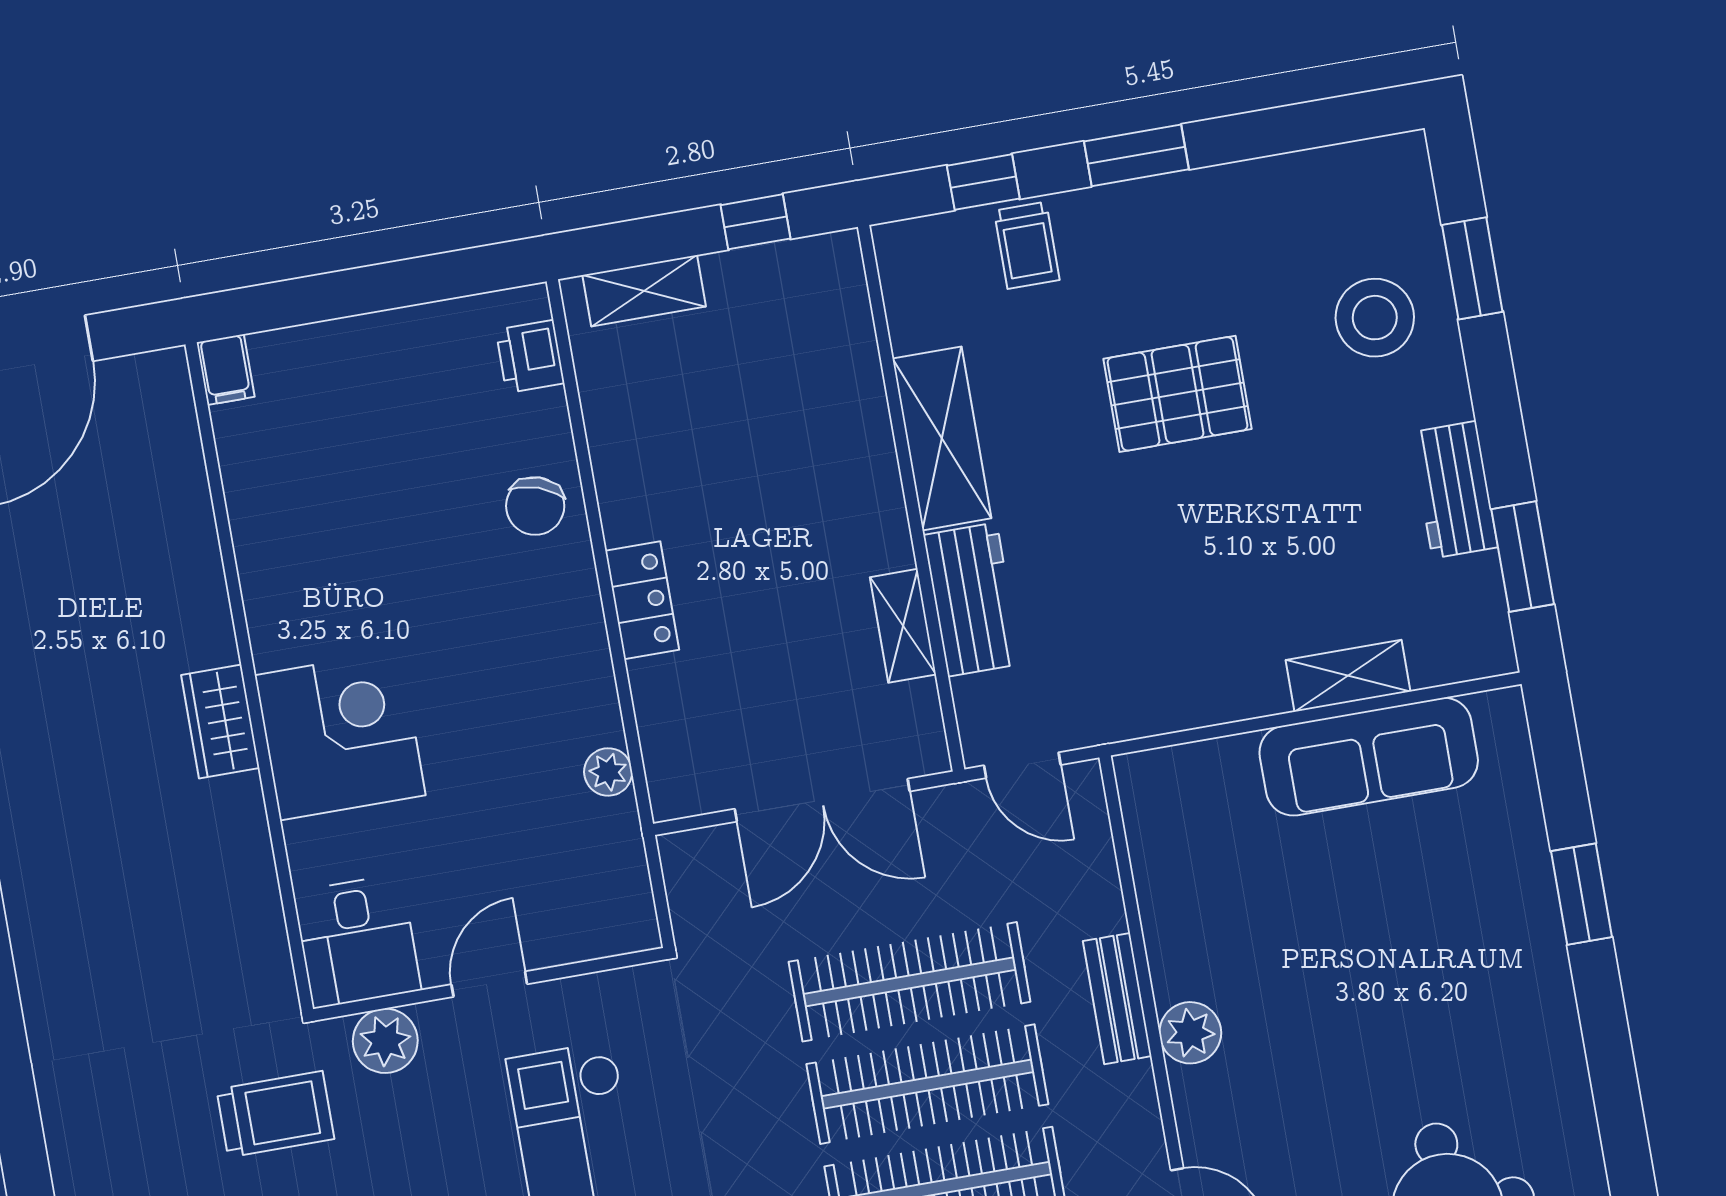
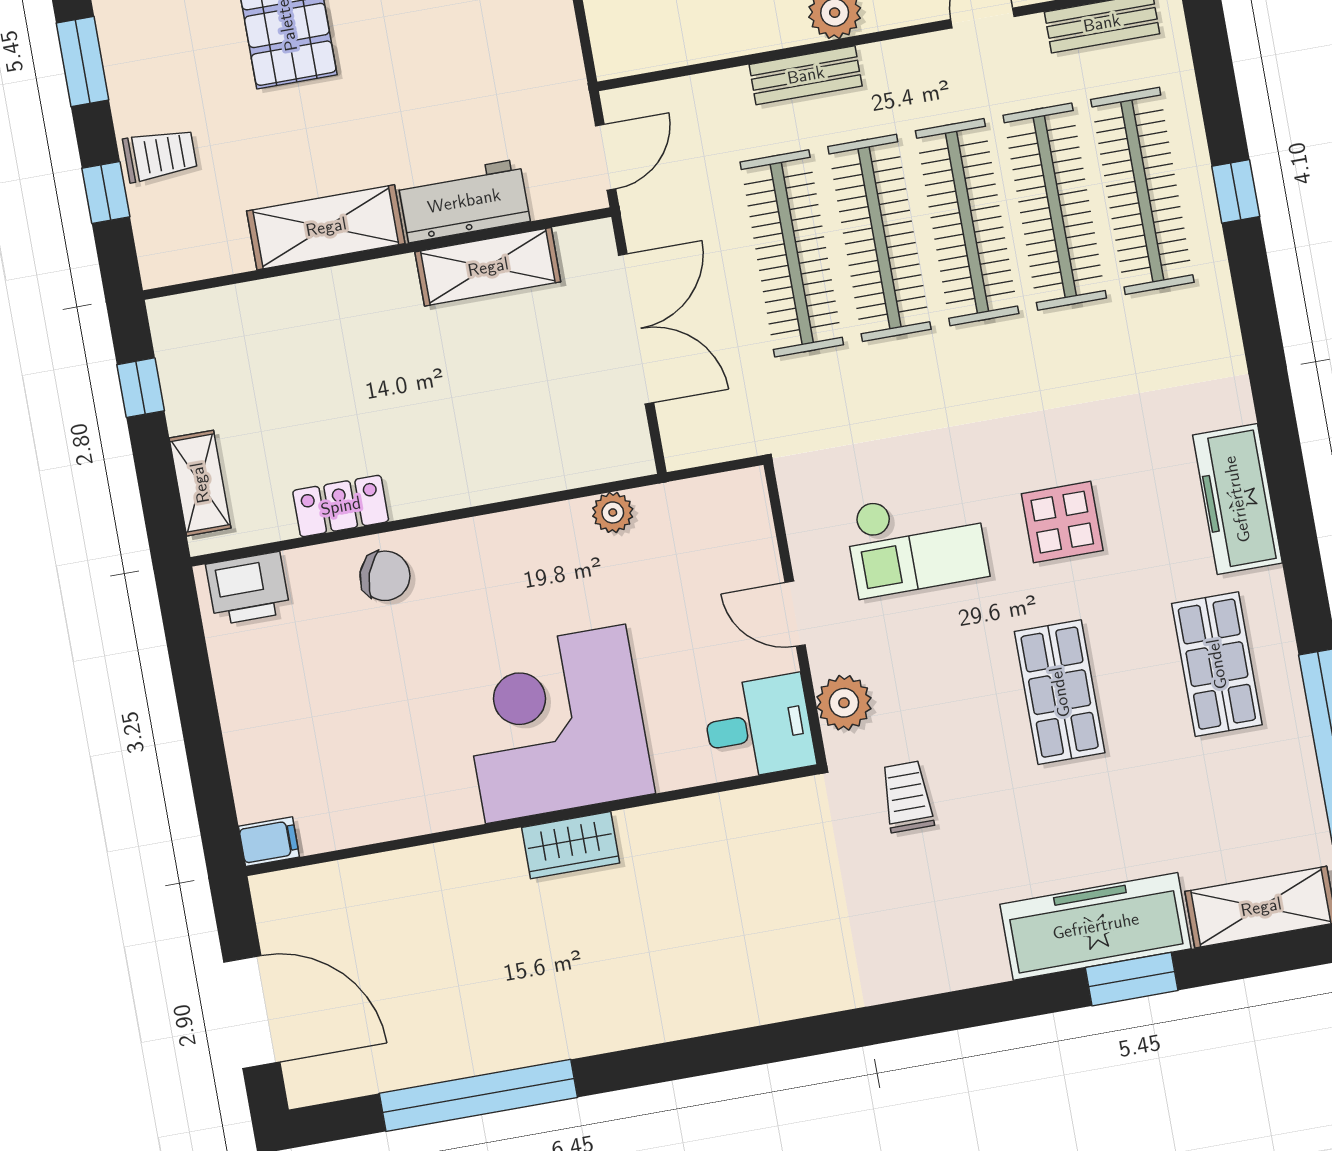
printer: (530, 357) -> (248, 588), width x1.36, depth x1.24
locker: (642, 600) -> (341, 506), moved
shelving: (903, 626) -> (488, 267), width x1.50, depth x1.33
corner desk: (340, 735) -> (555, 724), width x1.36, depth x1.36
trolley: (275, 1114) -> (907, 797), width x0.73, depth x0.72

